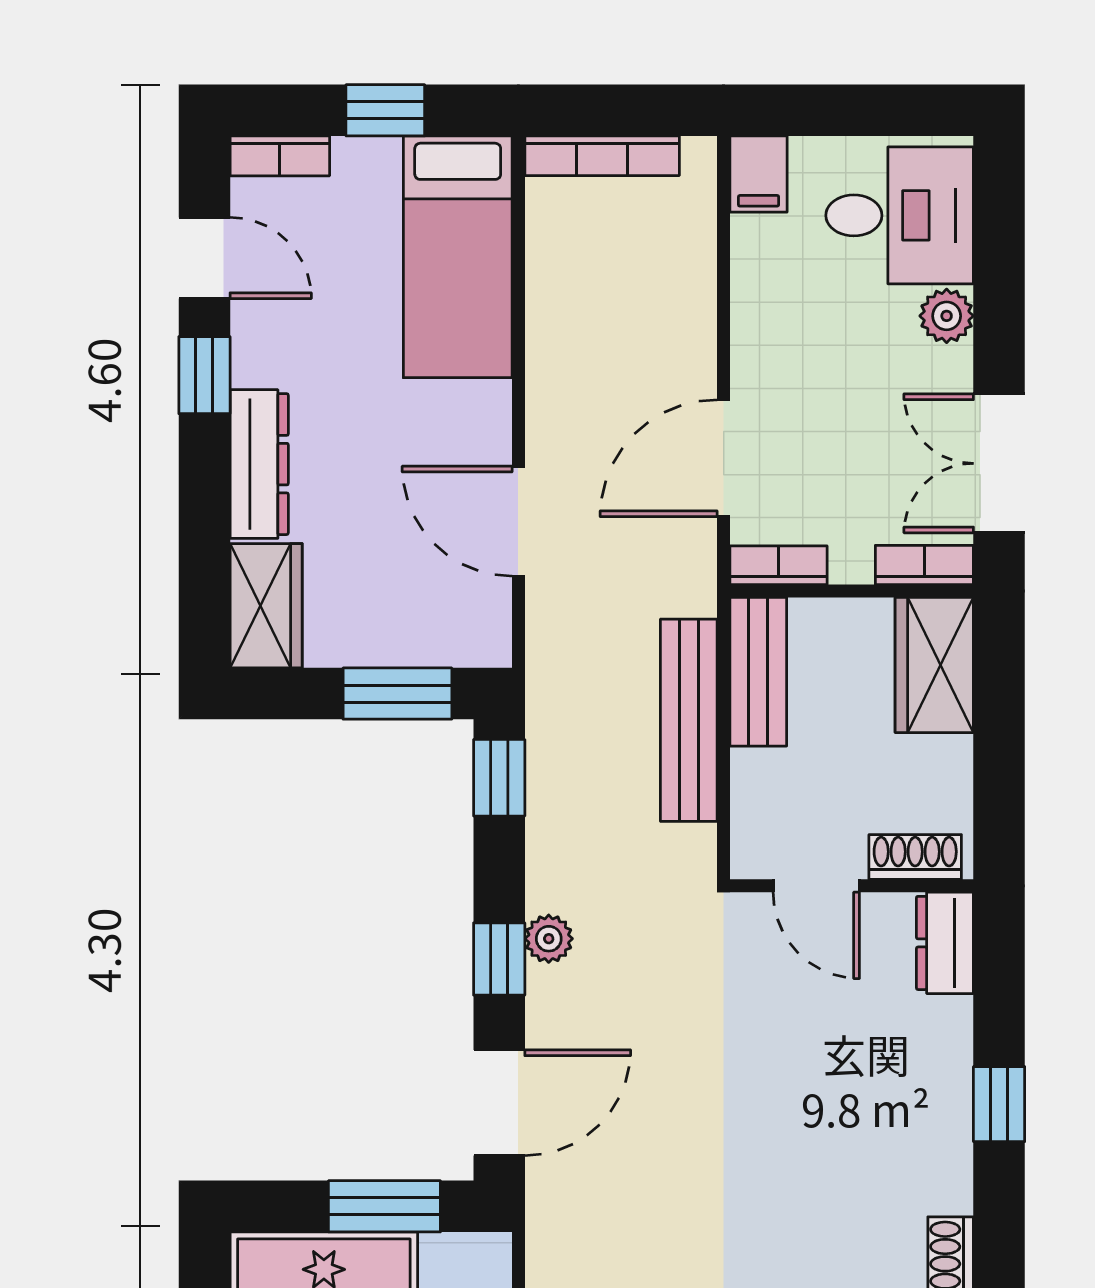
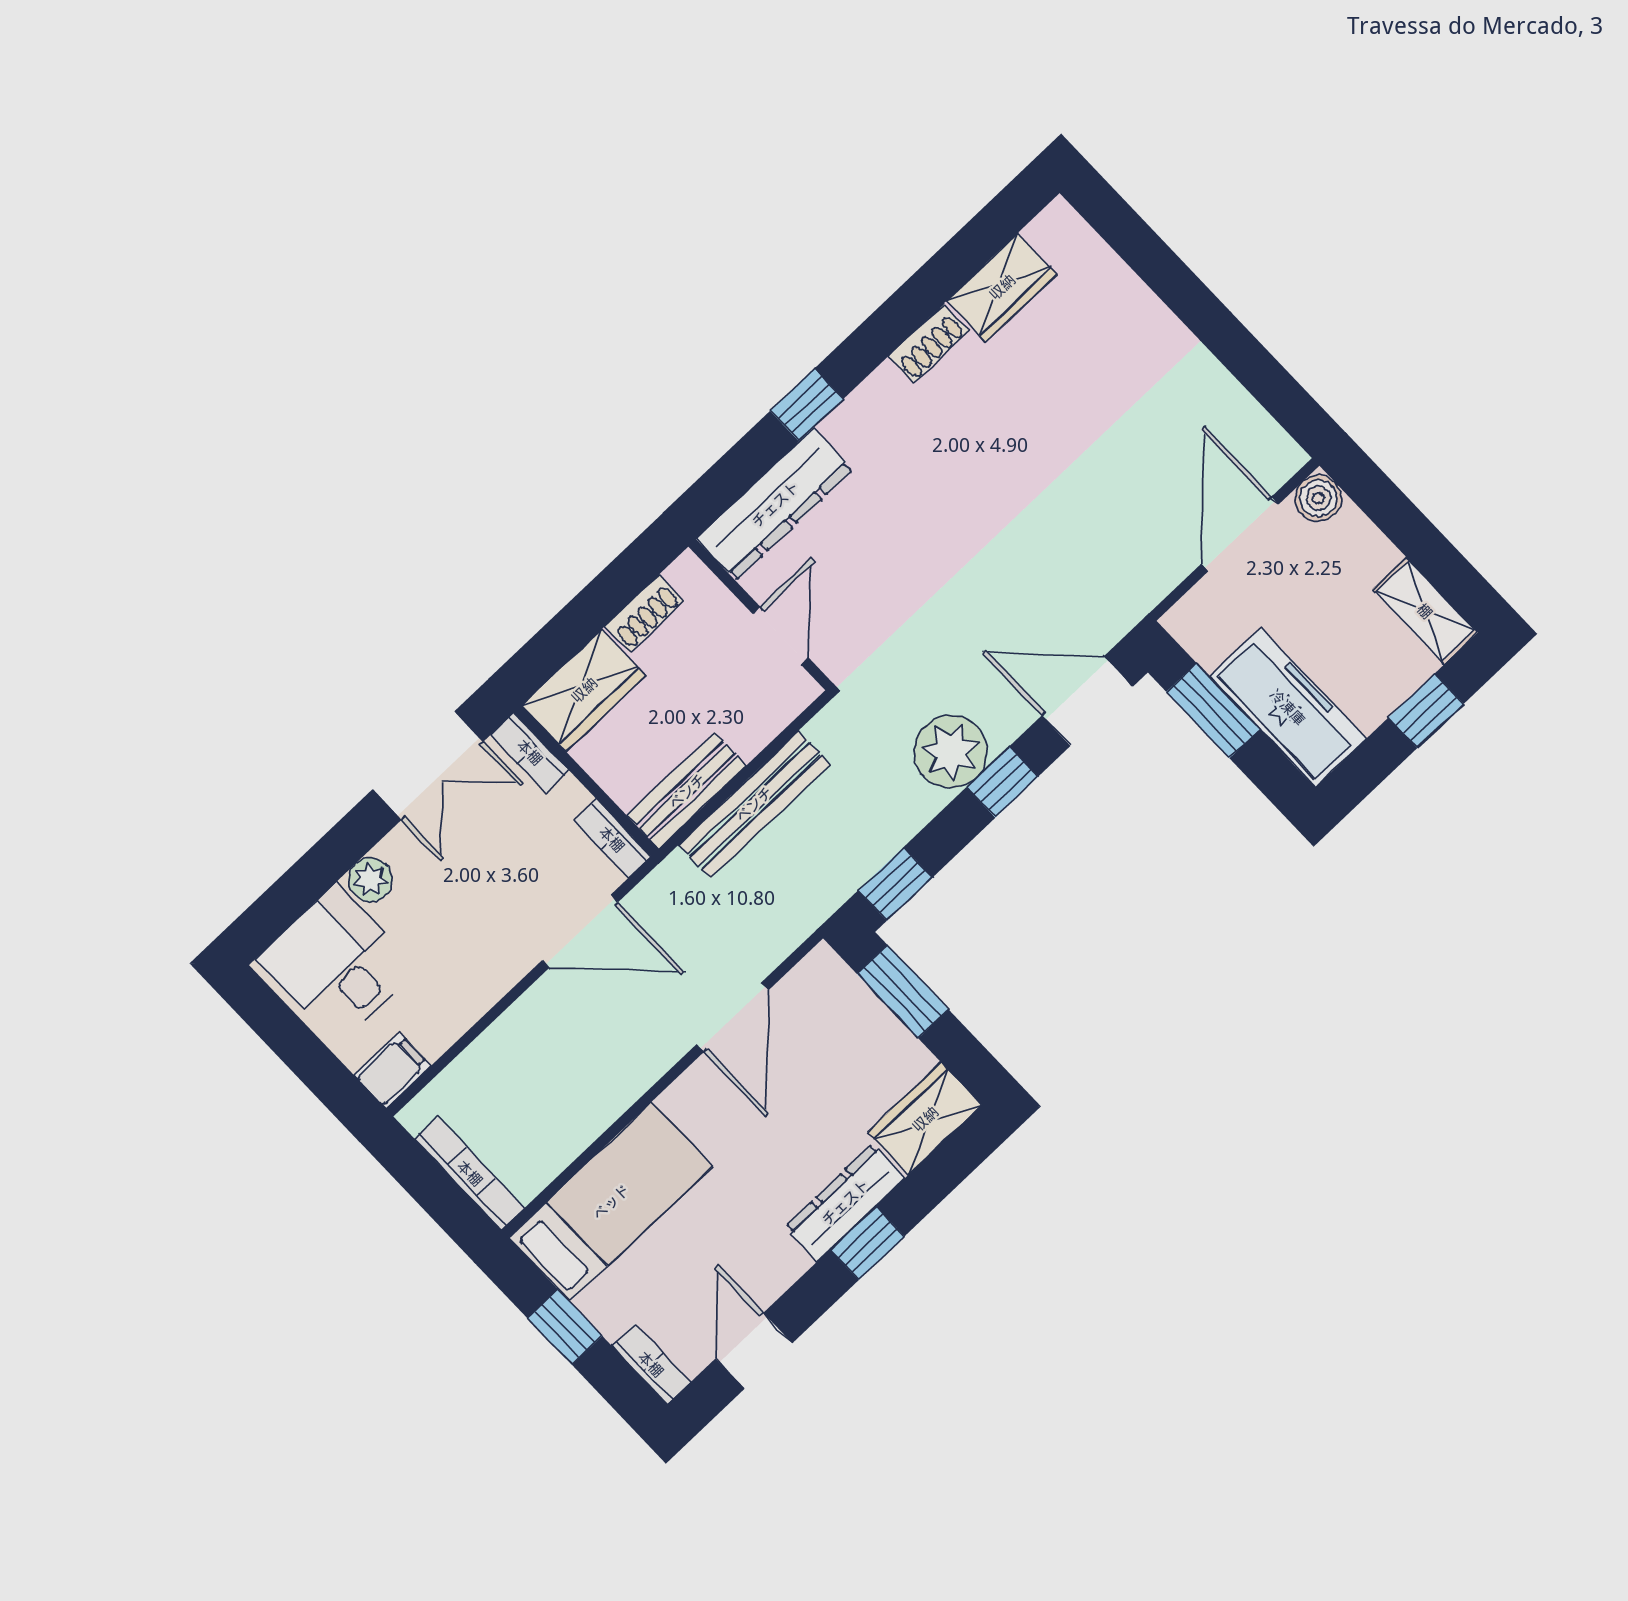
window: (204, 375) -> (867, 1243), moved
shoe rack: (915, 857) -> (644, 614), moved, turned -90
plant: (549, 939) -> (951, 752), width x1.87, depth x1.87
dresser: (945, 943) -> (775, 504), width x1.96, depth x1.24

